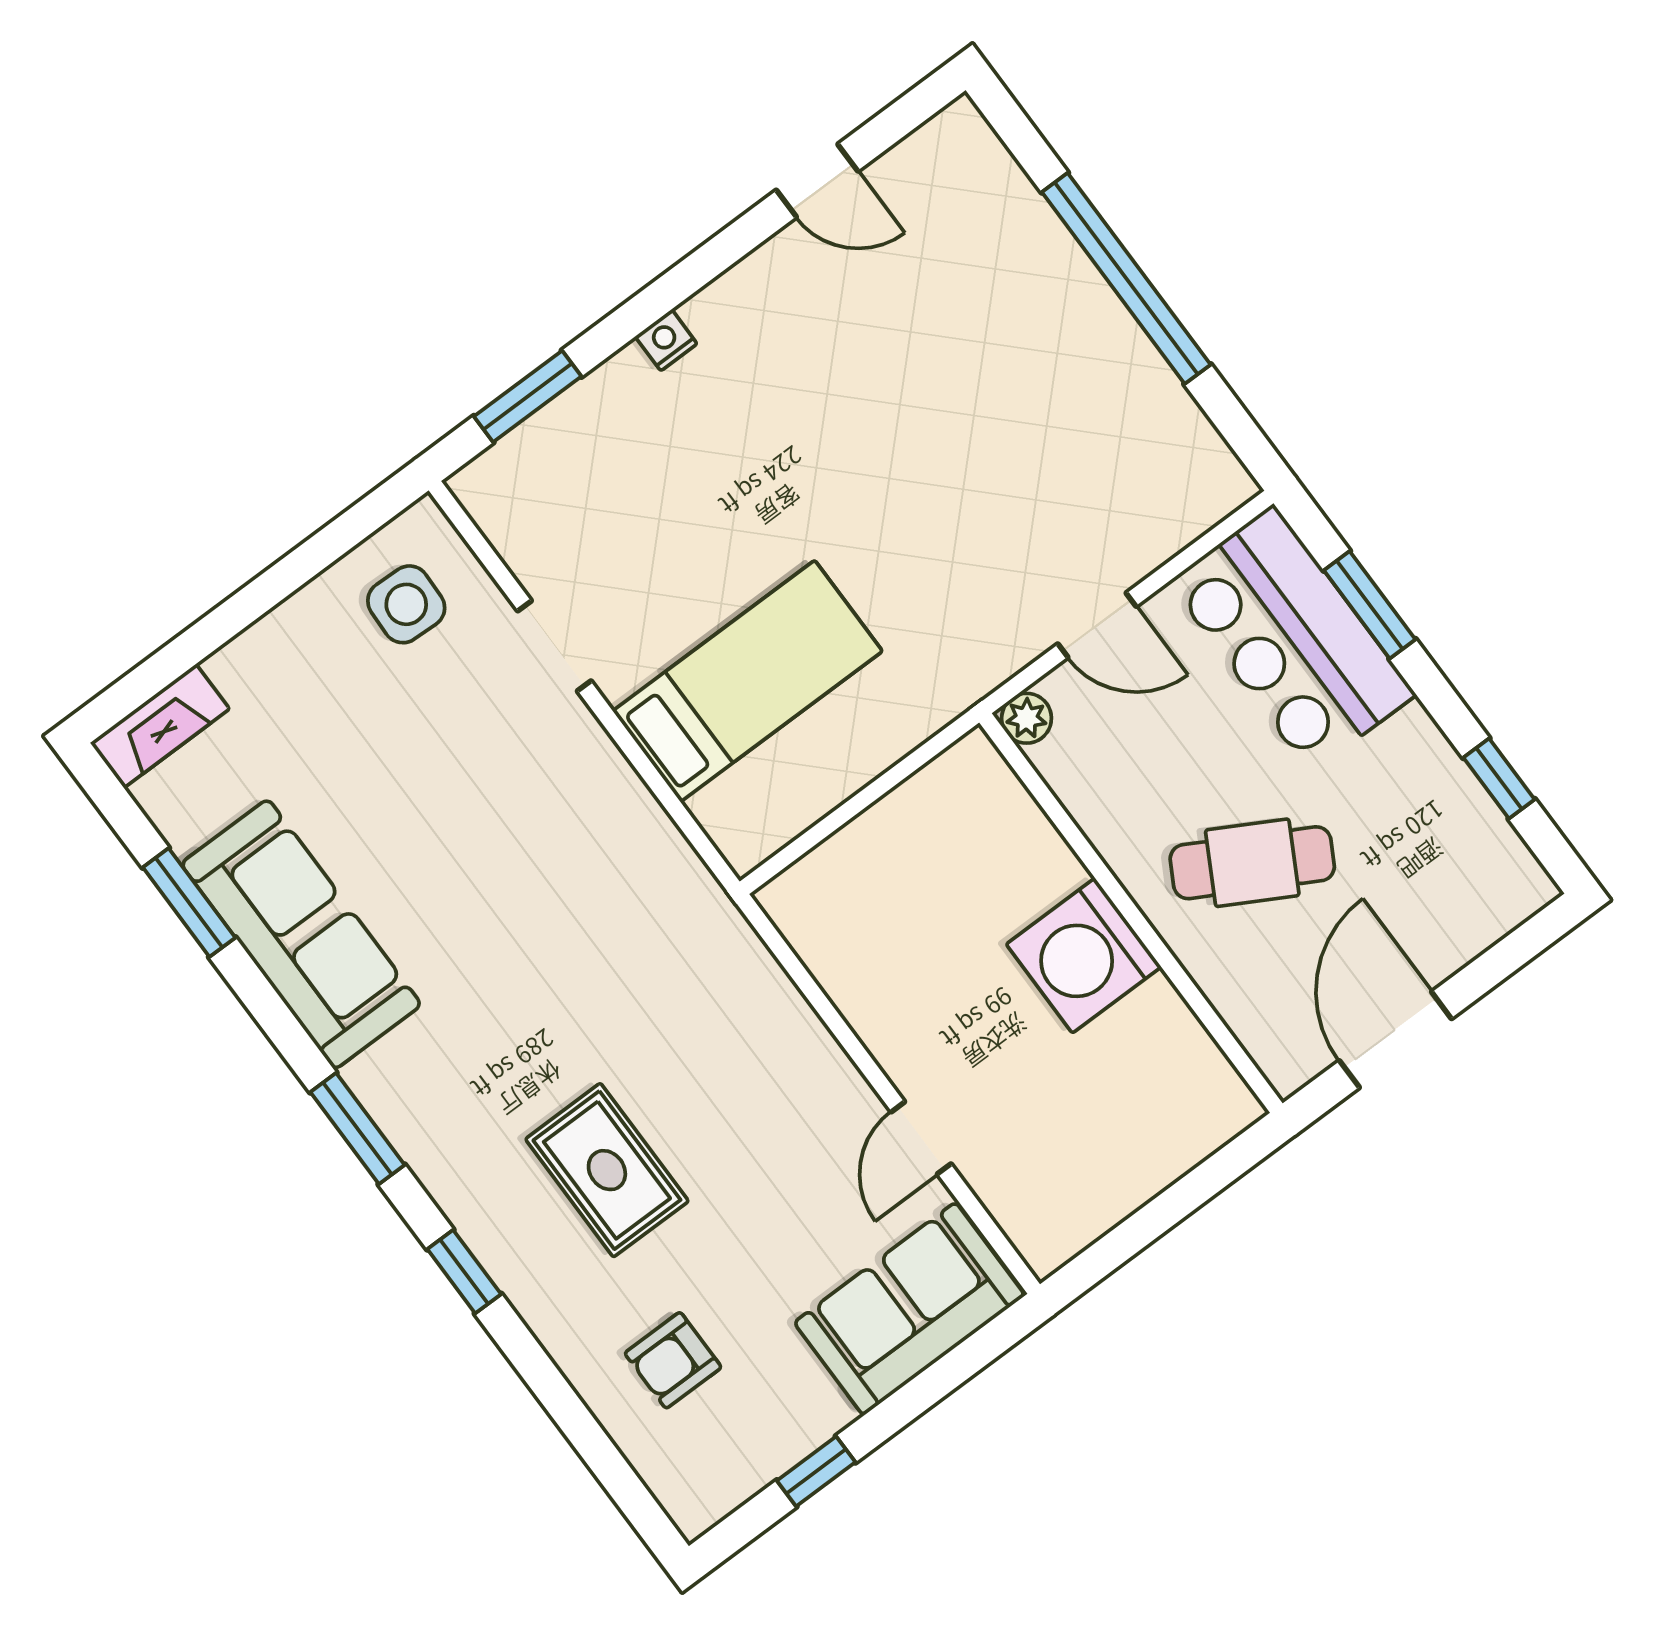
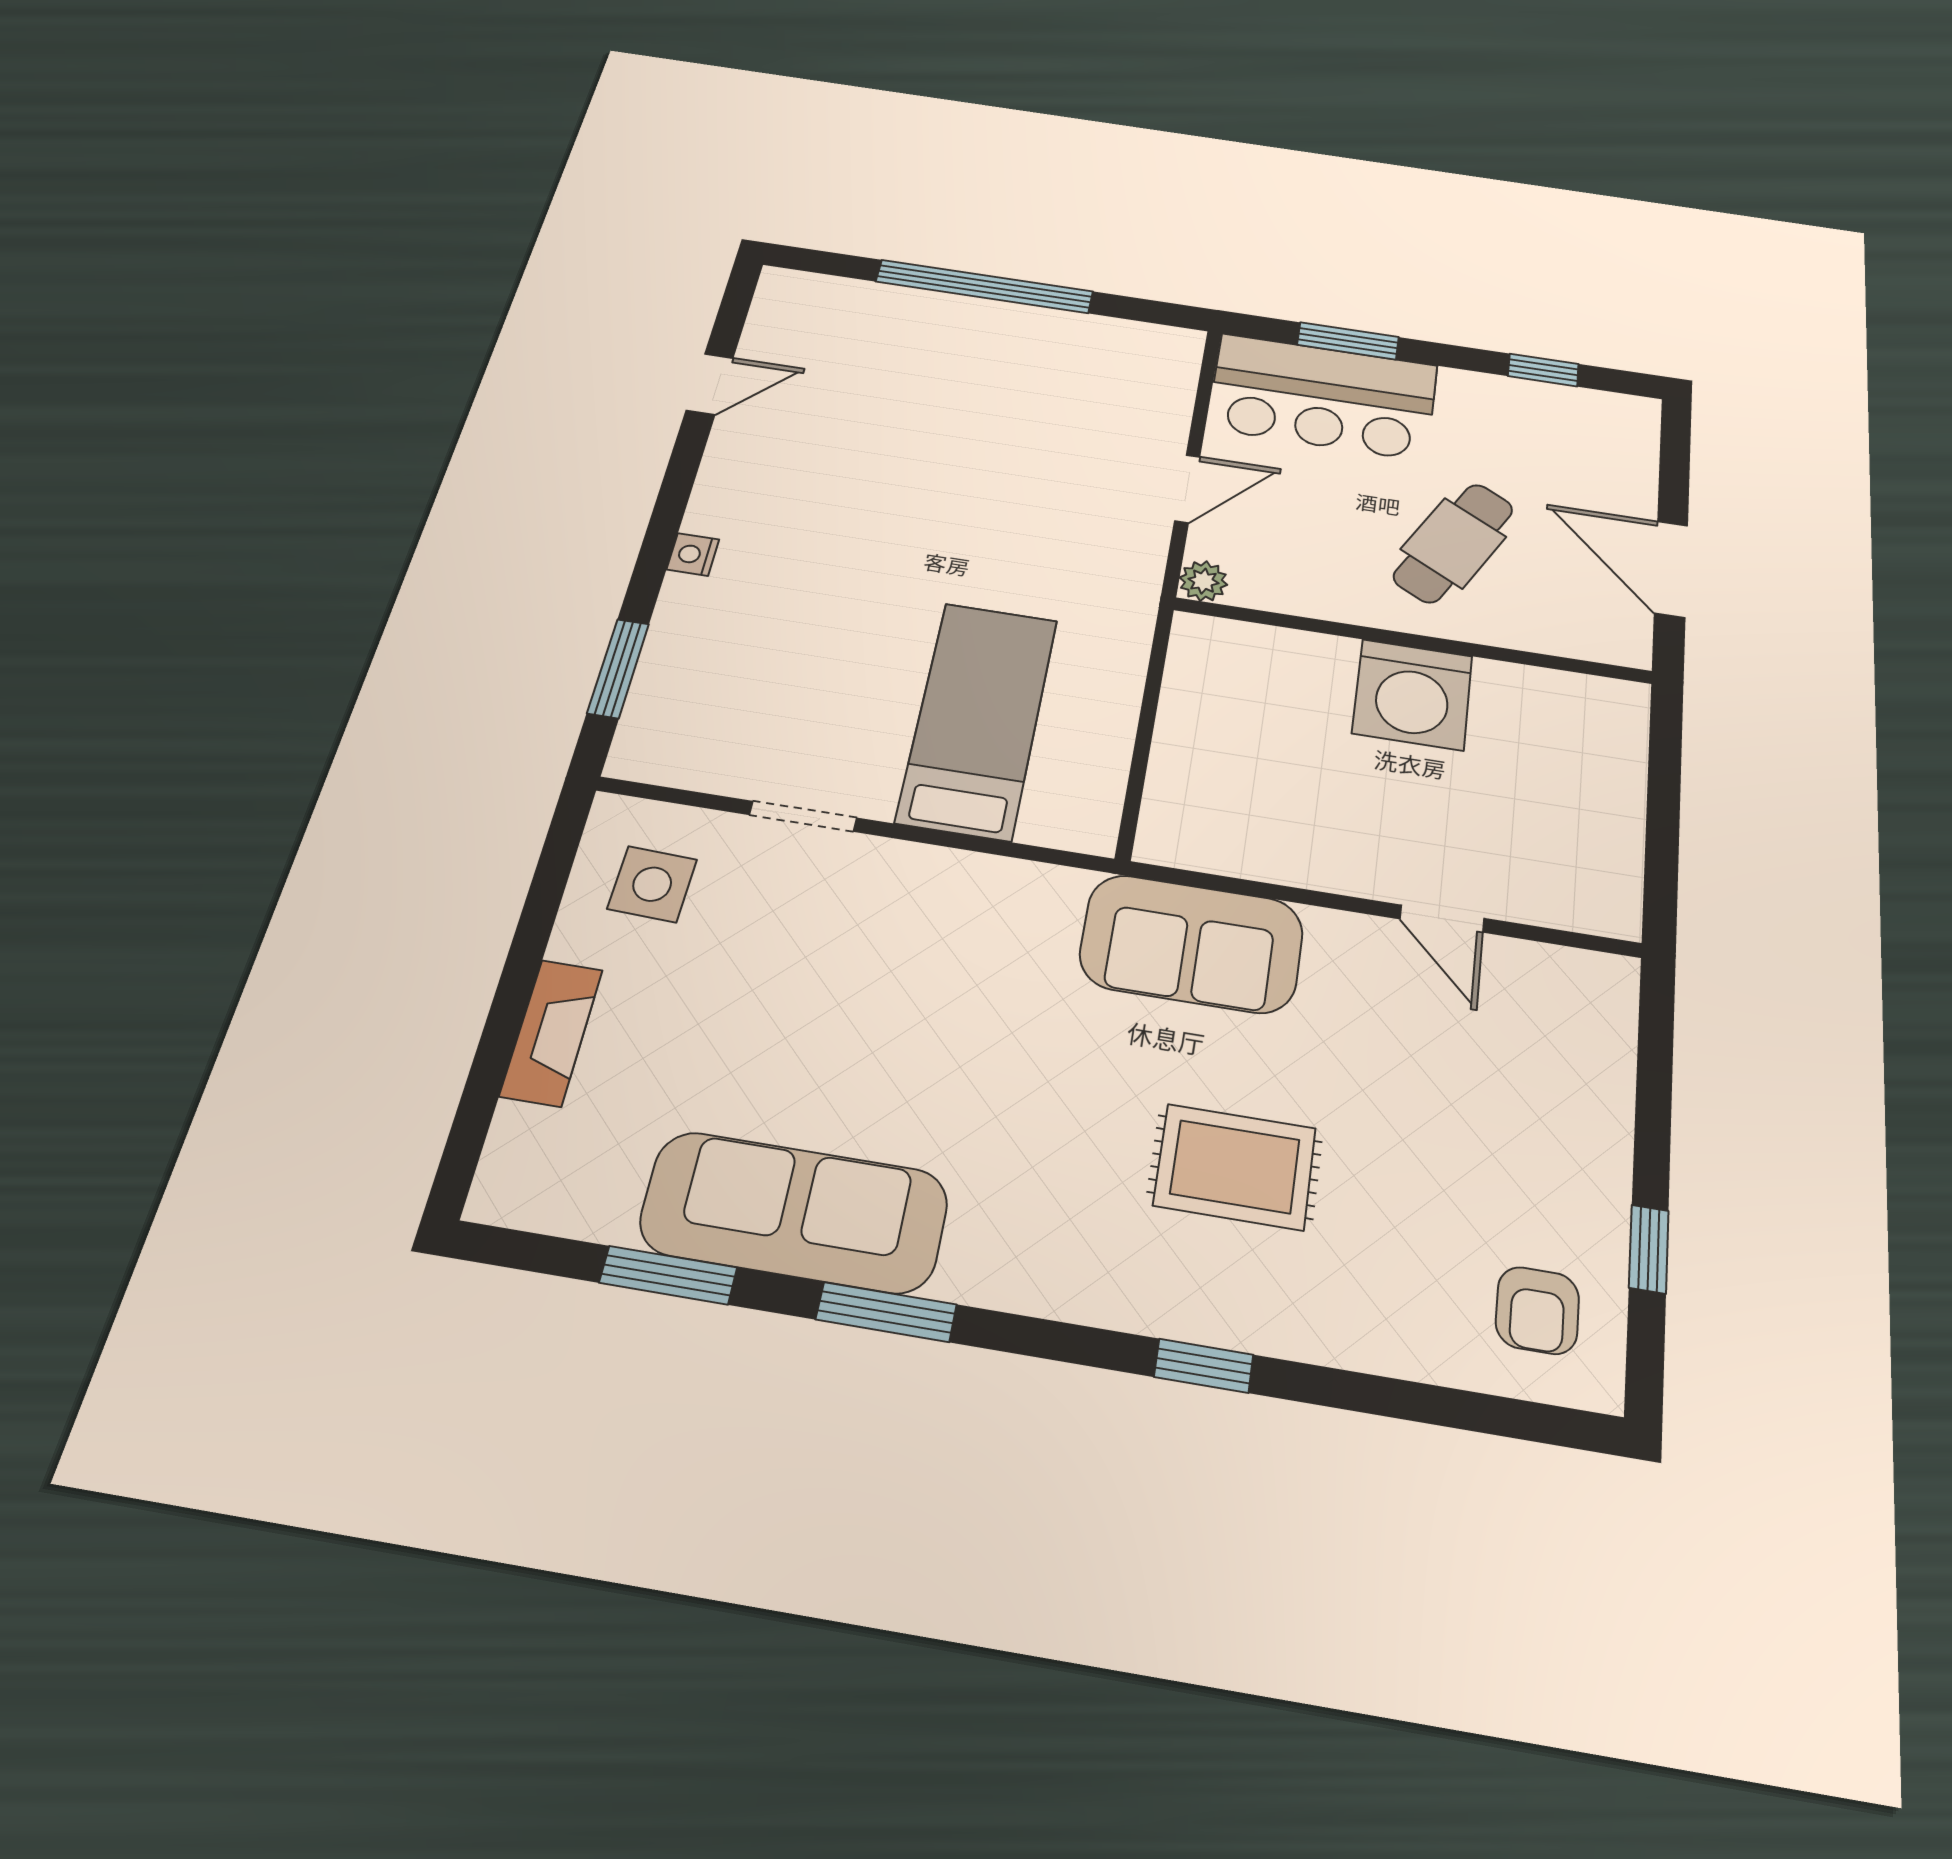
fireplace: (160, 726) -> (551, 1033), moved
window: (358, 1129) -> (886, 1312), moved
sofa: (909, 1309) -> (1192, 943), moved, turned -90
armchair: (673, 1360) -> (1537, 1310), moved

